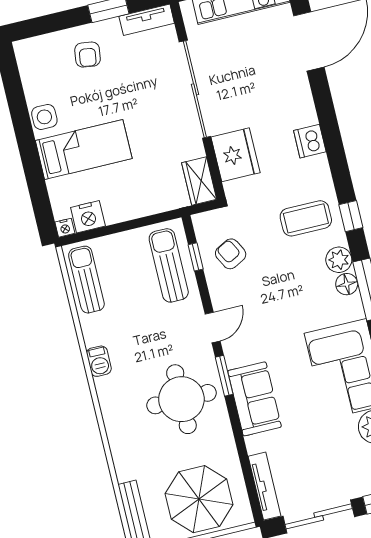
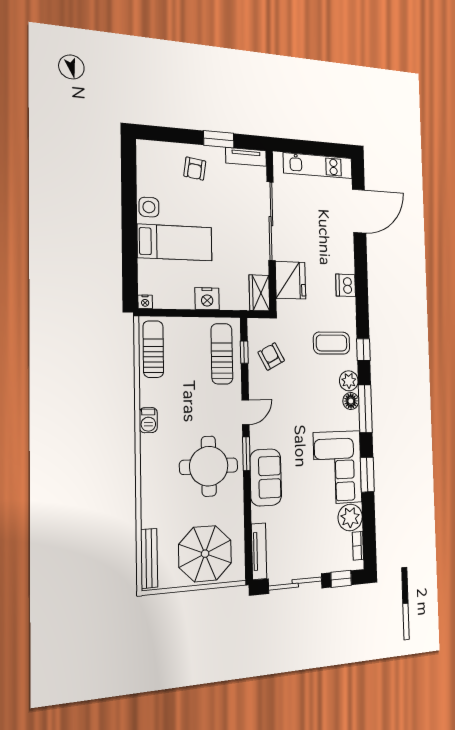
nightstand: (88, 217) -> (207, 299), moved

